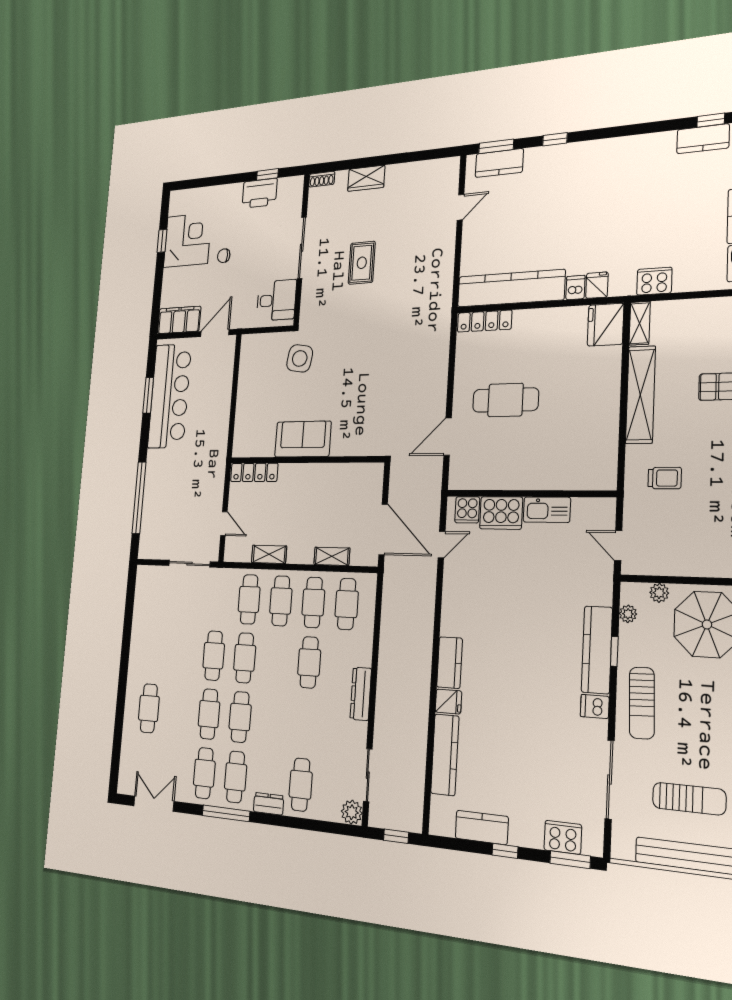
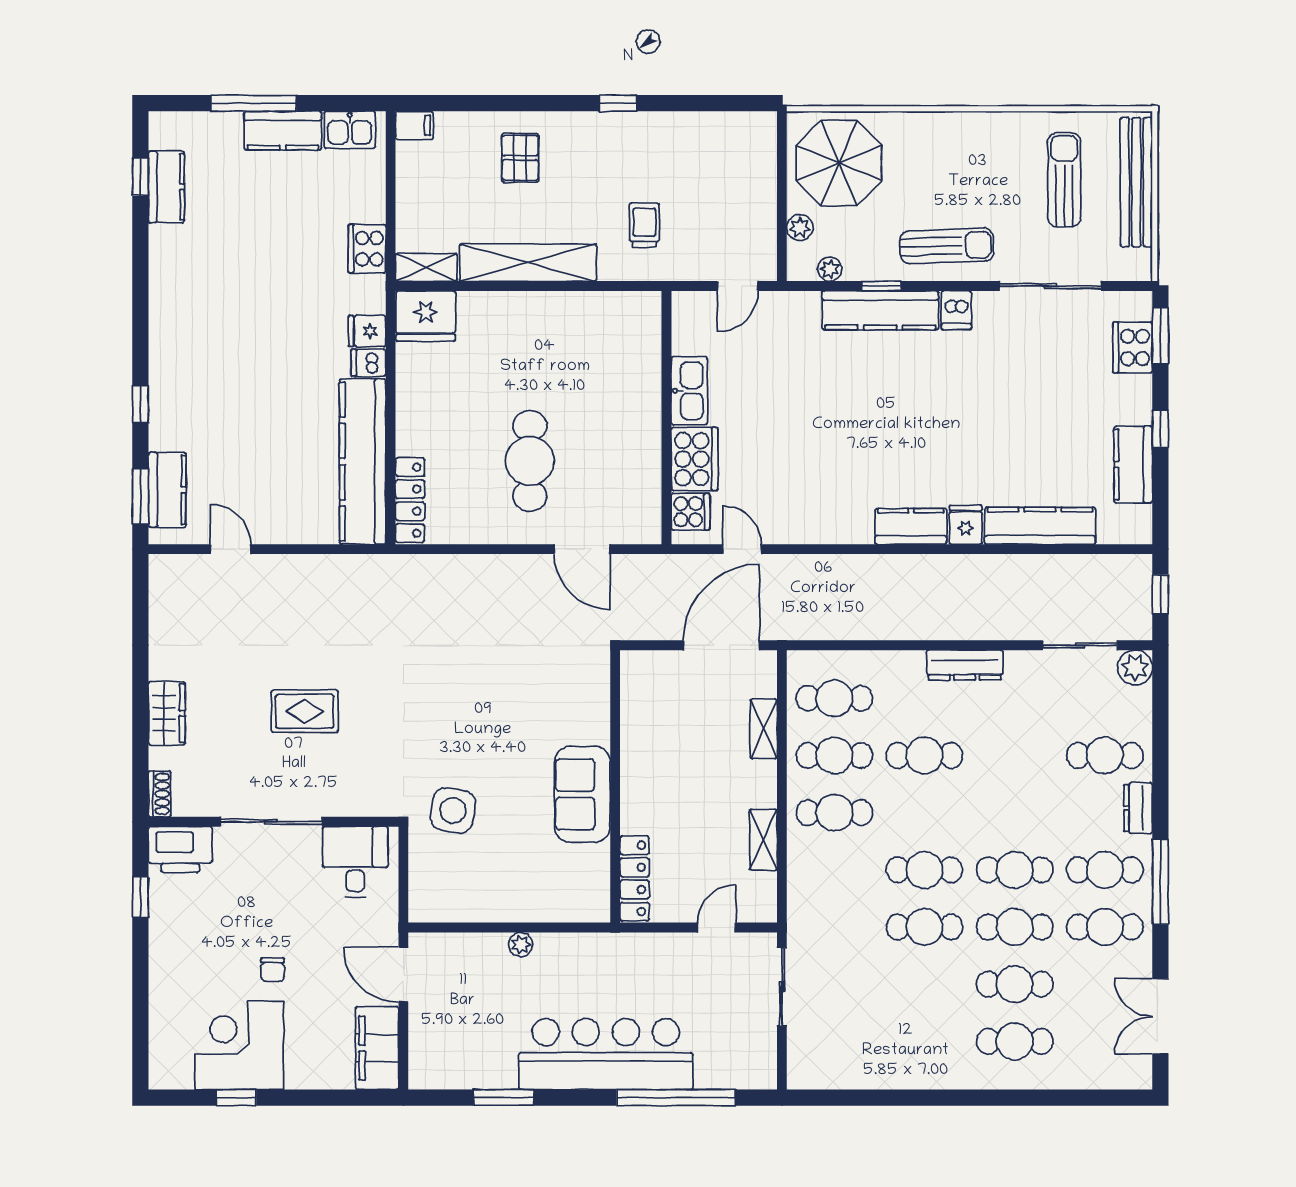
printer: (260, 193) -> (180, 849), moved, turned 90
bar counter: (170, 396) -> (606, 1054), moved
plant: (225, 403) -> (521, 944), added
cafe table: (249, 599) -> (1015, 984), moved

